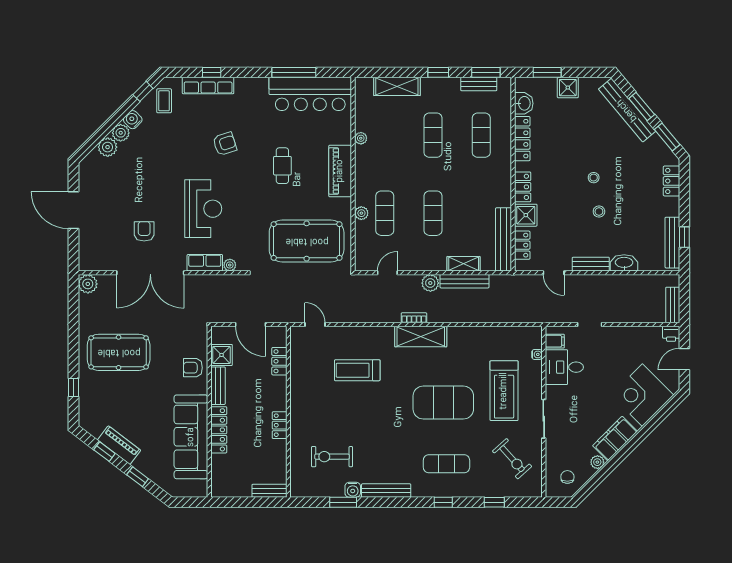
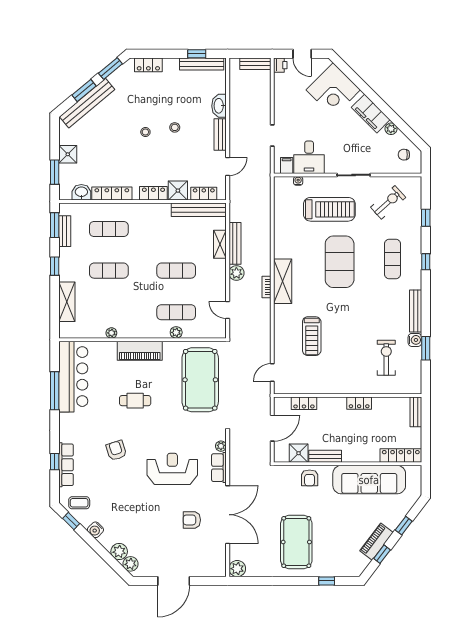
plant: (121, 133) -> (130, 564), moved
locker: (219, 430) -> (401, 456), moved
exercise bike: (332, 457) -> (386, 358), turned 180

